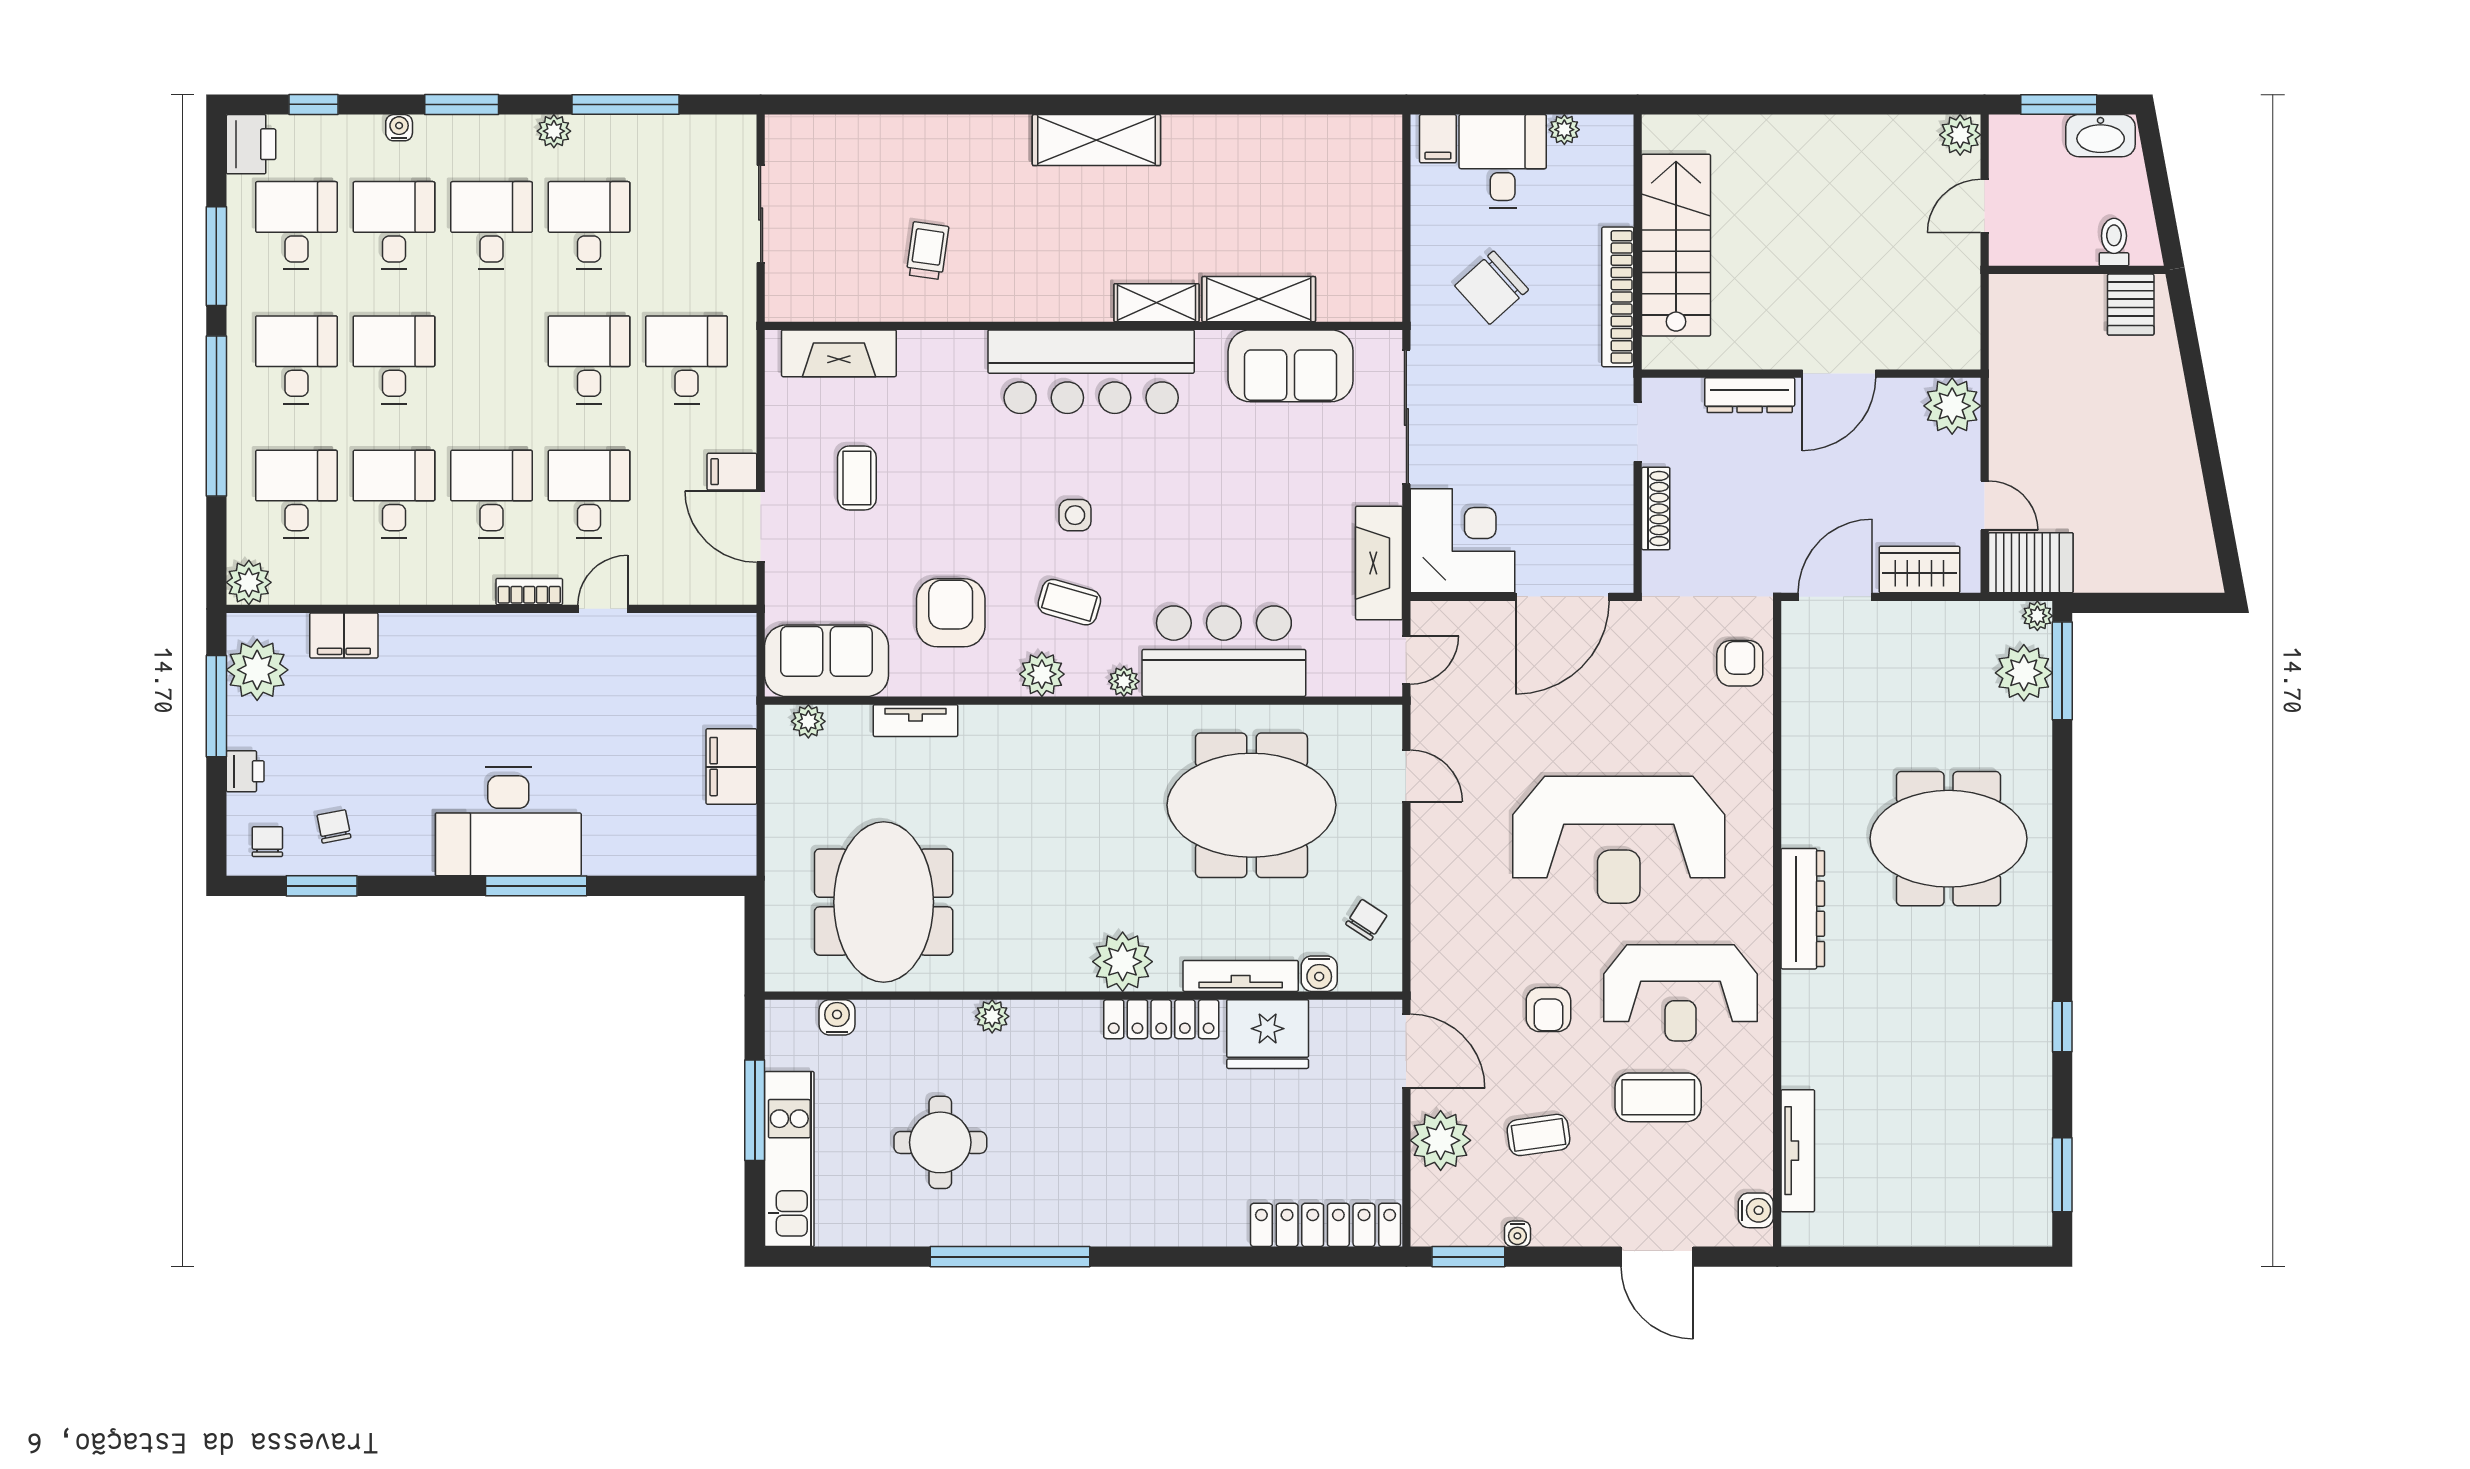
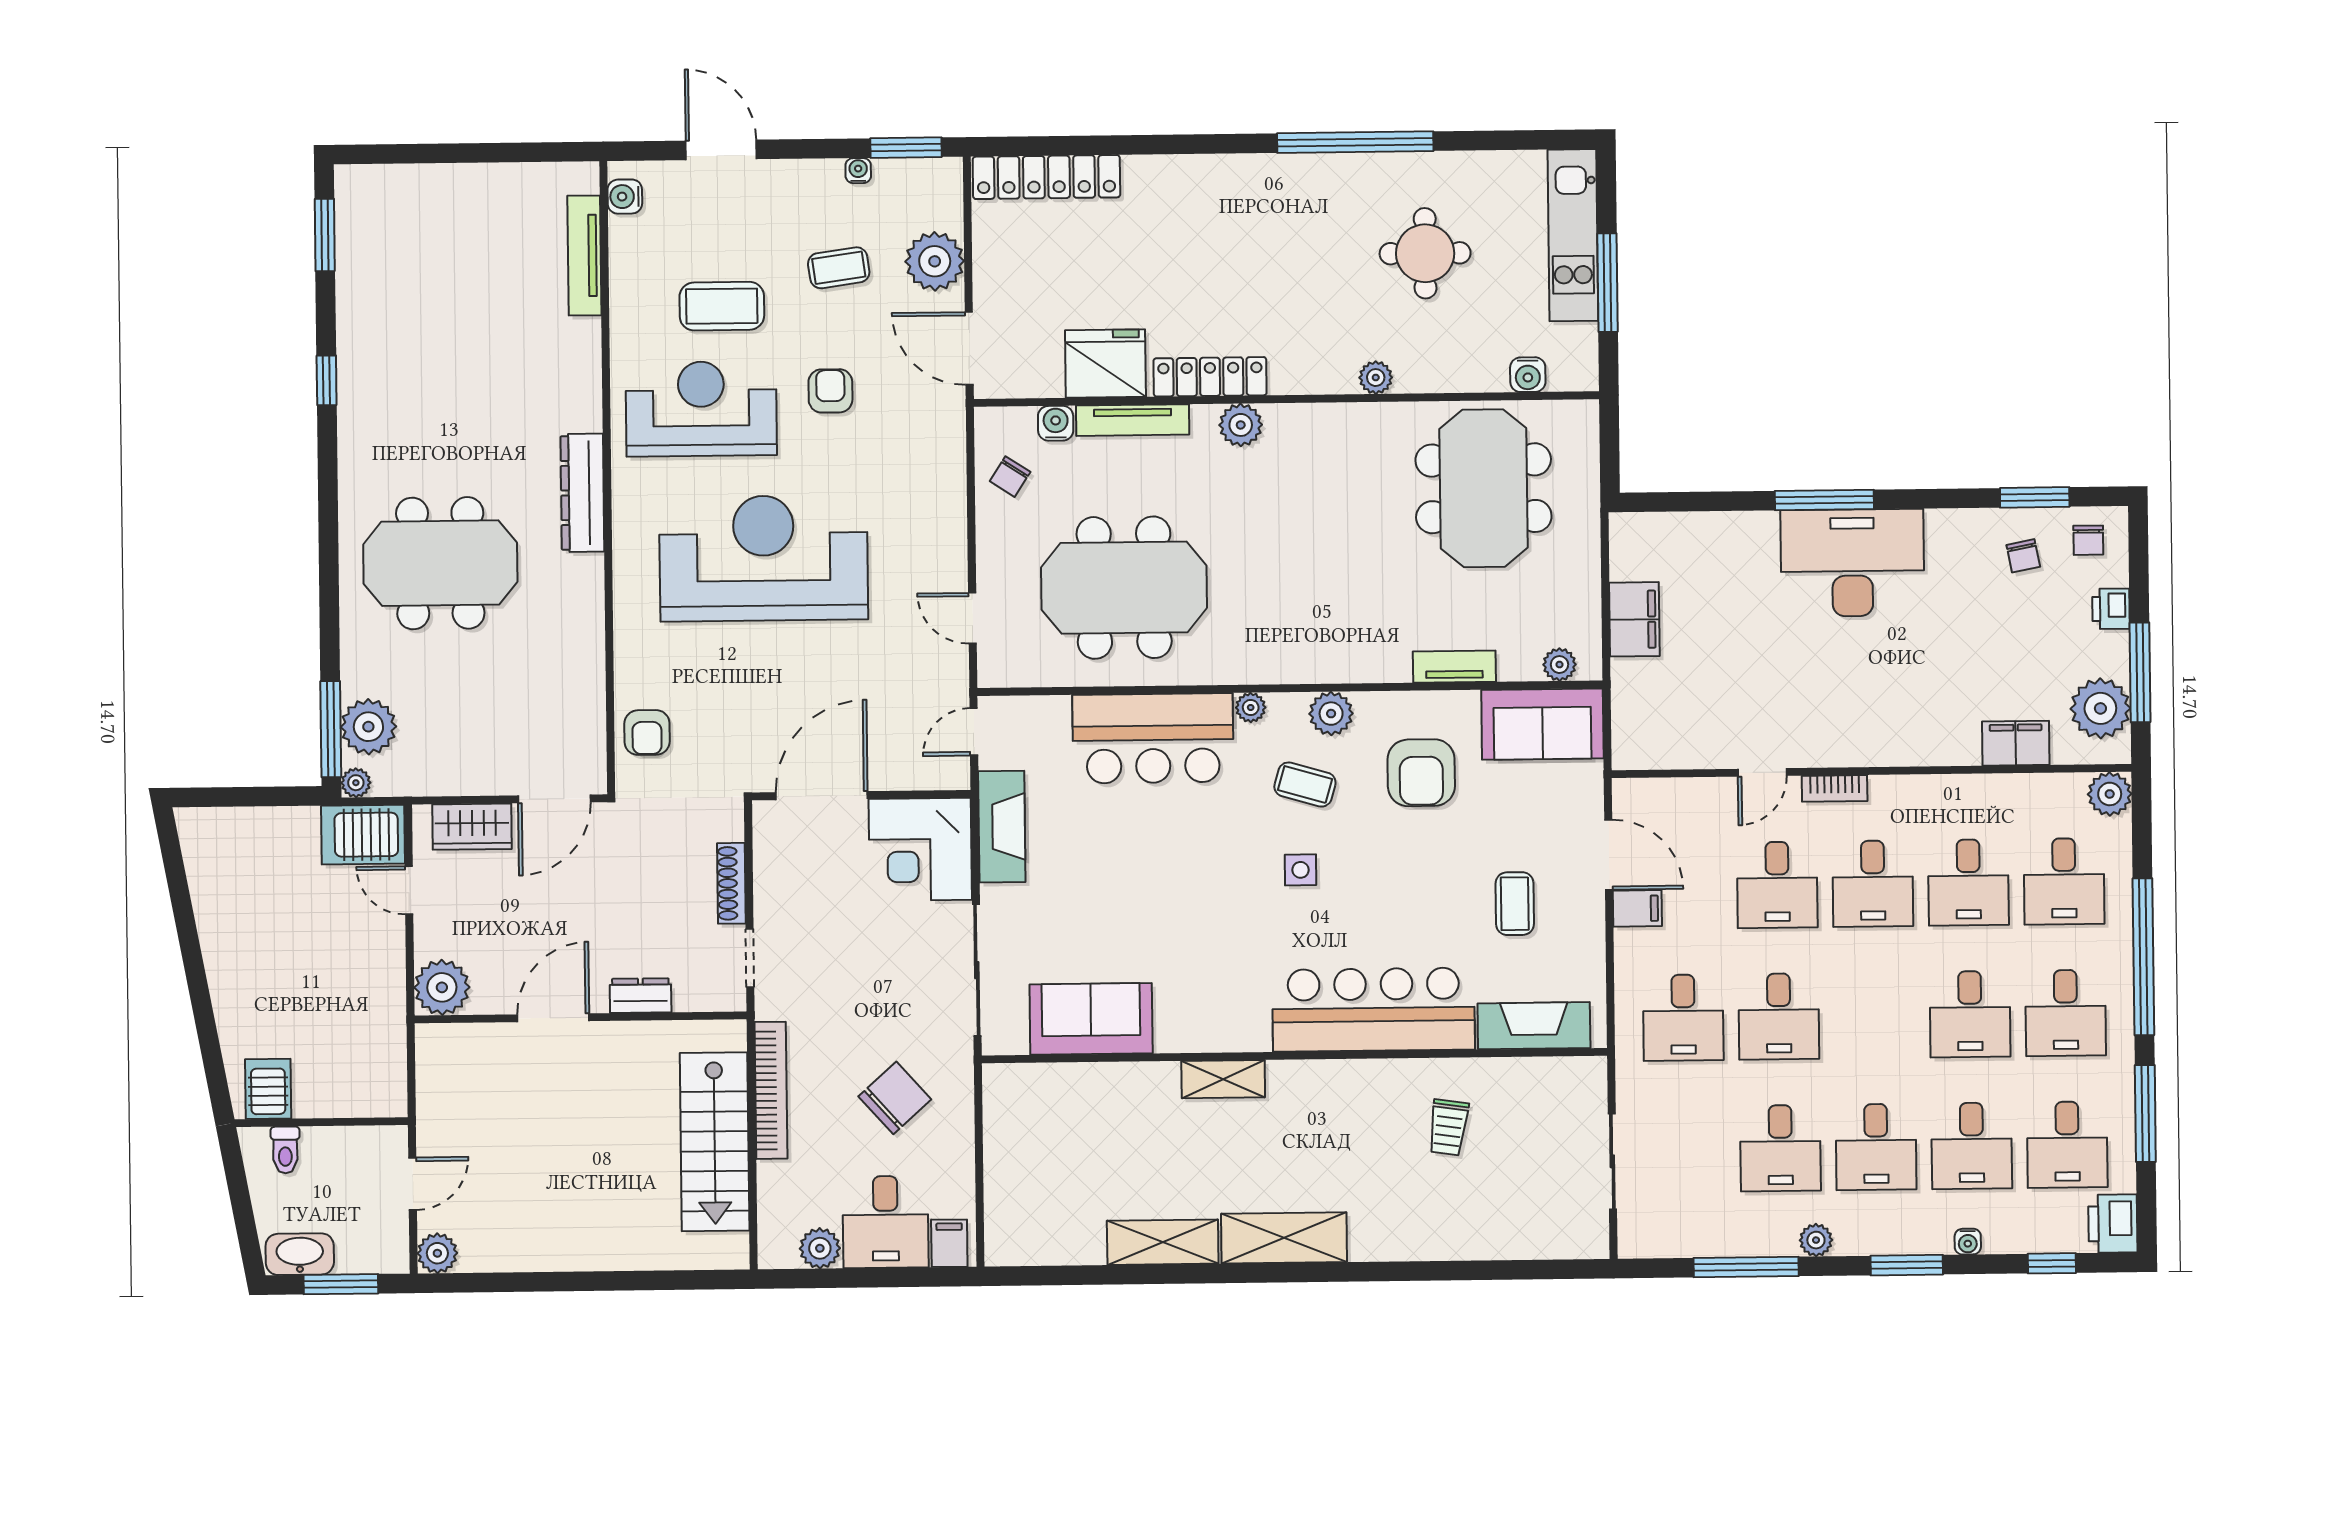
plant: (1564, 130) -> (820, 1248), width x1.38, depth x1.38
shelving: (1259, 299) -> (1163, 1242), moved
bar counter: (1091, 372) -> (1374, 1010), moved
dresser: (1750, 395) -> (641, 996), width x0.70
plant: (1123, 962) -> (1241, 425), width x0.73, depth x0.73

